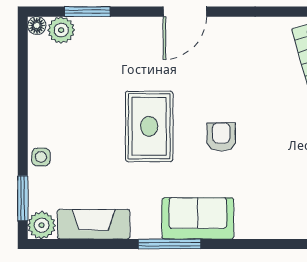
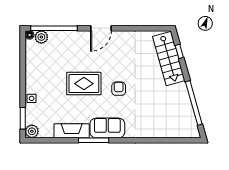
window: (87, 12) -> (54, 28), width x2.11
rug: (149, 126) -> (84, 84), turned 90
fireplace: (94, 224) -> (72, 131), moved

